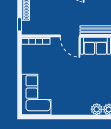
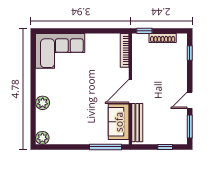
plant: (97, 109) -> (43, 103), moved

